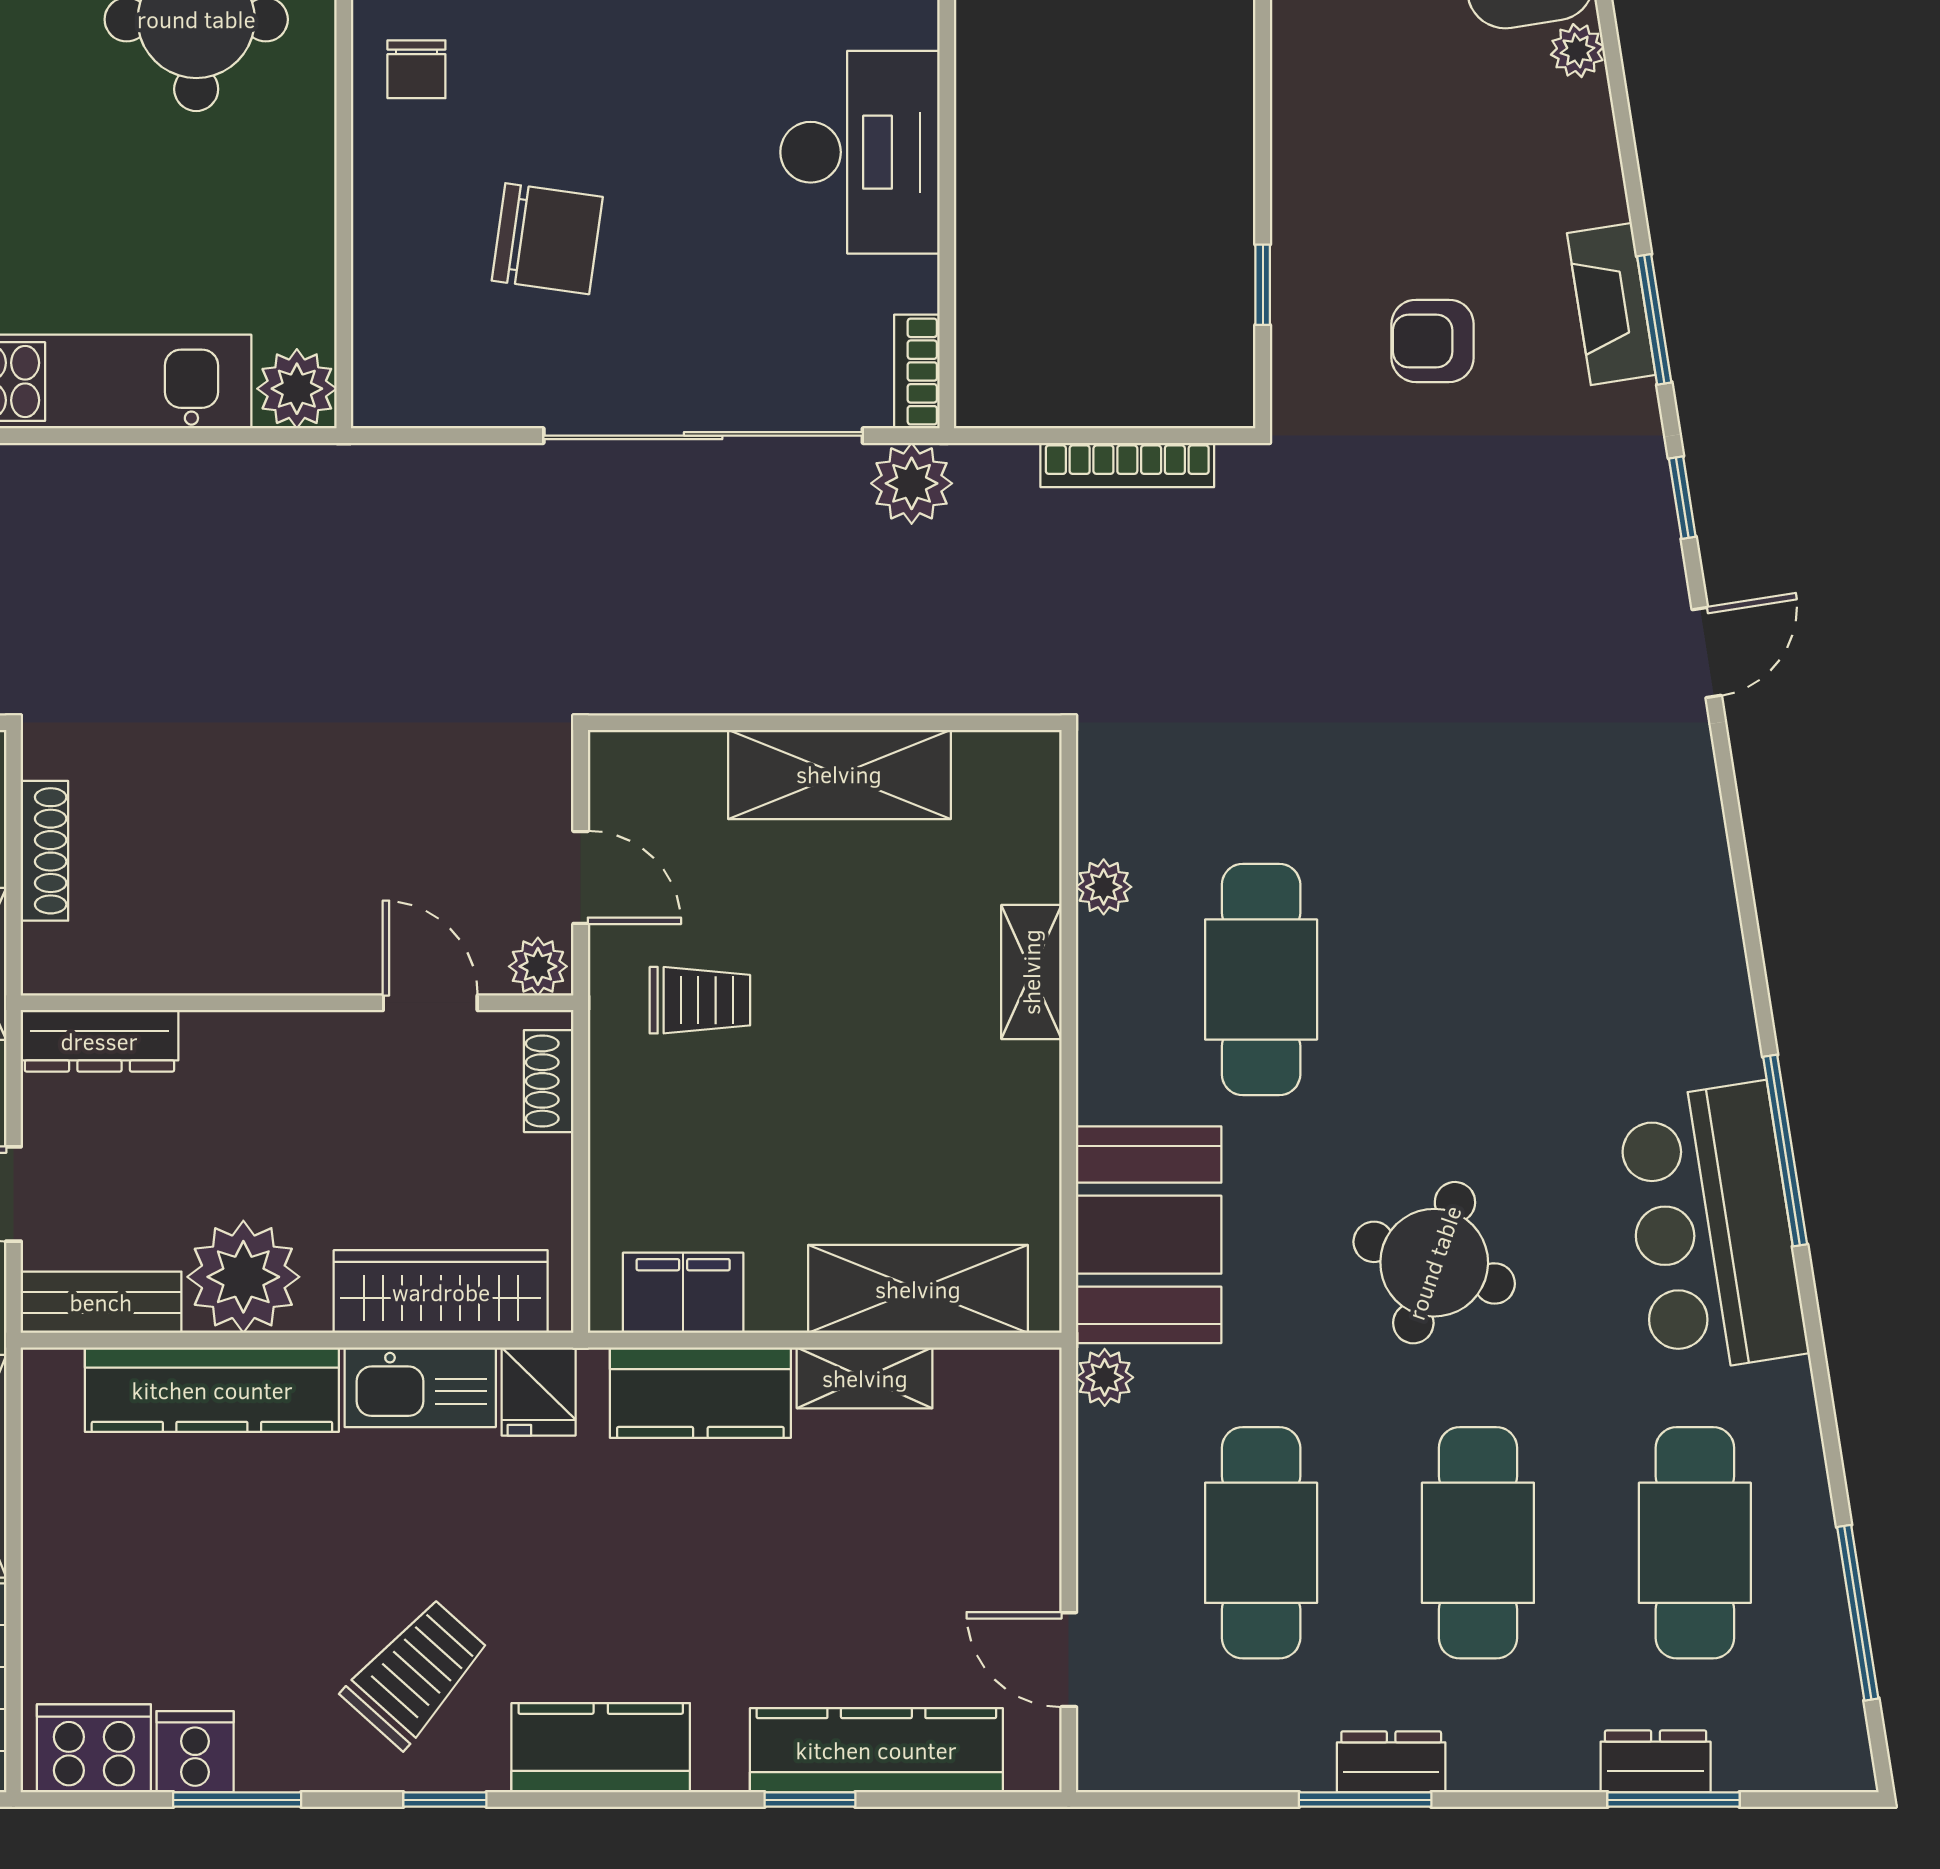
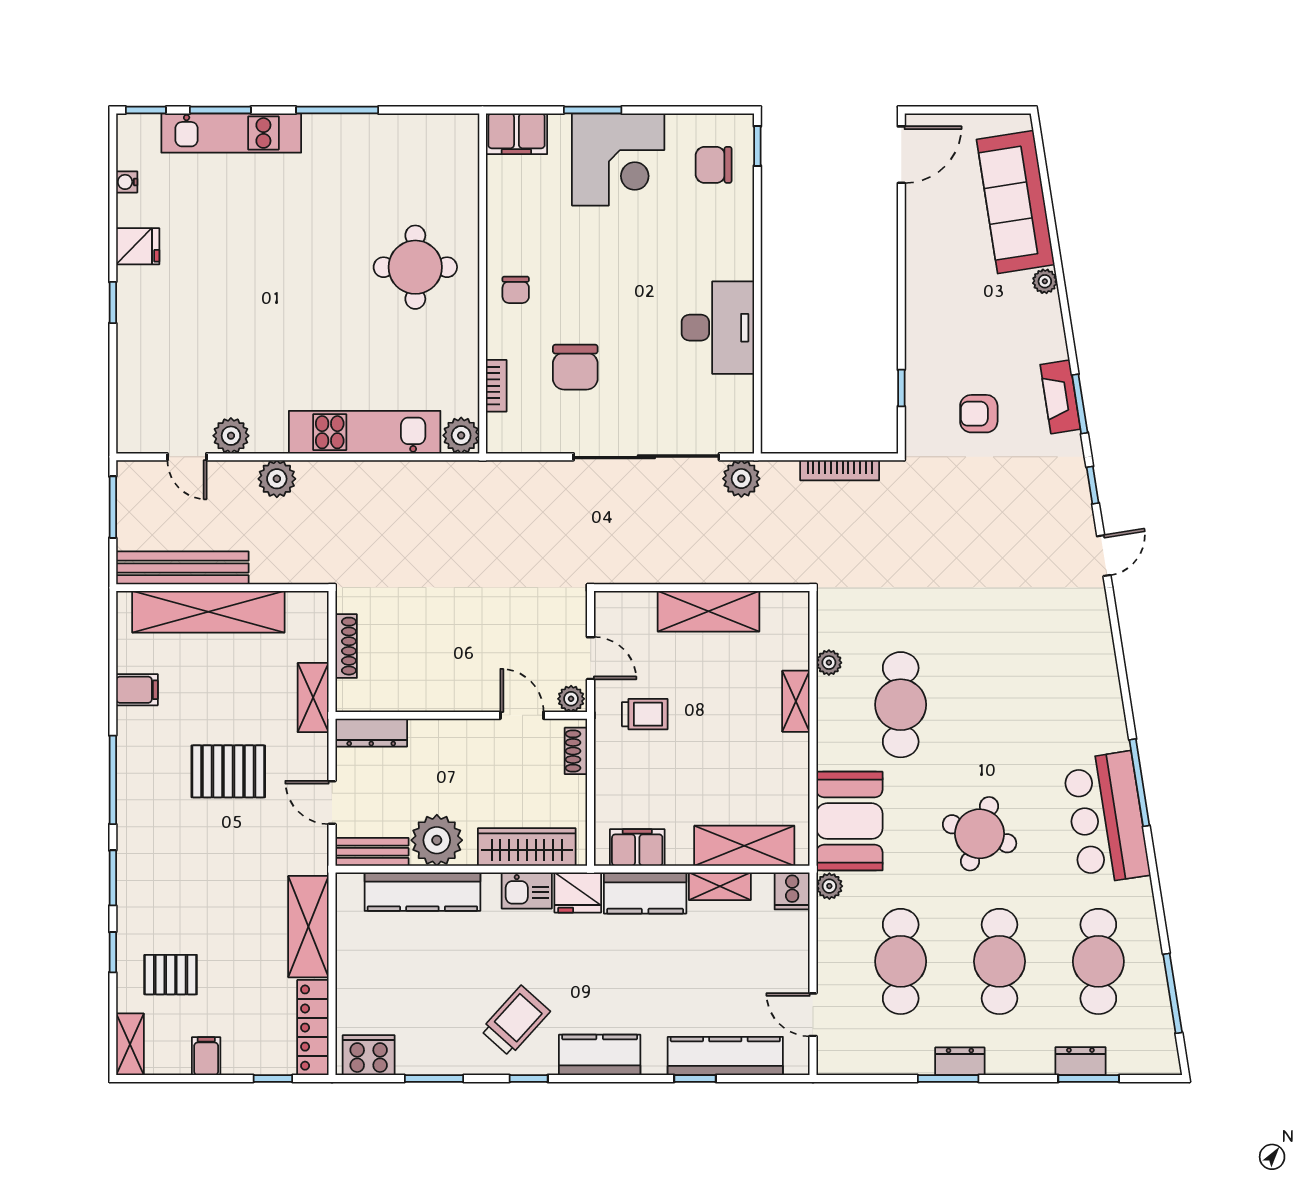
chair: (547, 239) -> (575, 367), turned 82
bookcase: (917, 372) -> (496, 386), moved, turned 180
kitchen sink: (420, 1387) -> (527, 891), width x0.73
fridge: (539, 1391) -> (578, 892), width x1.38
cooker: (195, 1752) -> (792, 891), moved, turned 180

